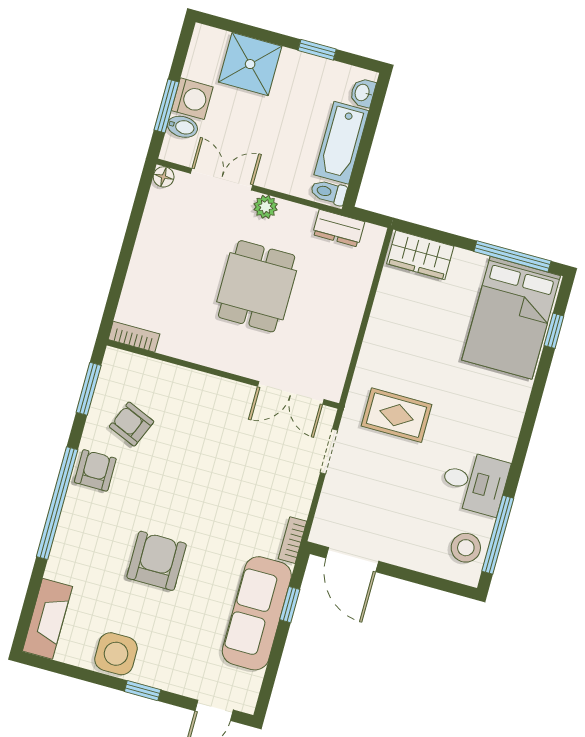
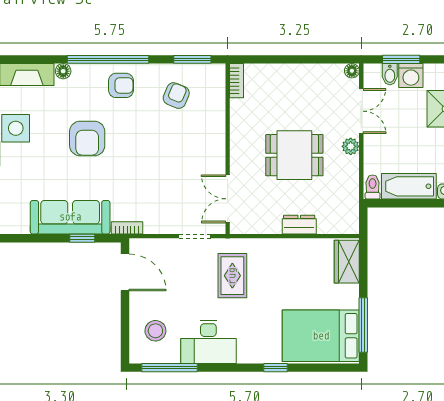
dresser: (339, 228) -> (299, 225), moved, turned 90
window: (554, 331) -> (276, 368), moved
armchair: (95, 470) -> (121, 85), moved
desk: (474, 482) -> (208, 342), width x1.37
stool: (466, 548) -> (155, 331), moved
door: (352, 560) -> (125, 272), swing flipped
armchair: (157, 561) -> (87, 139), turned 90
floor lamp: (56, 568) -> (63, 71), added

